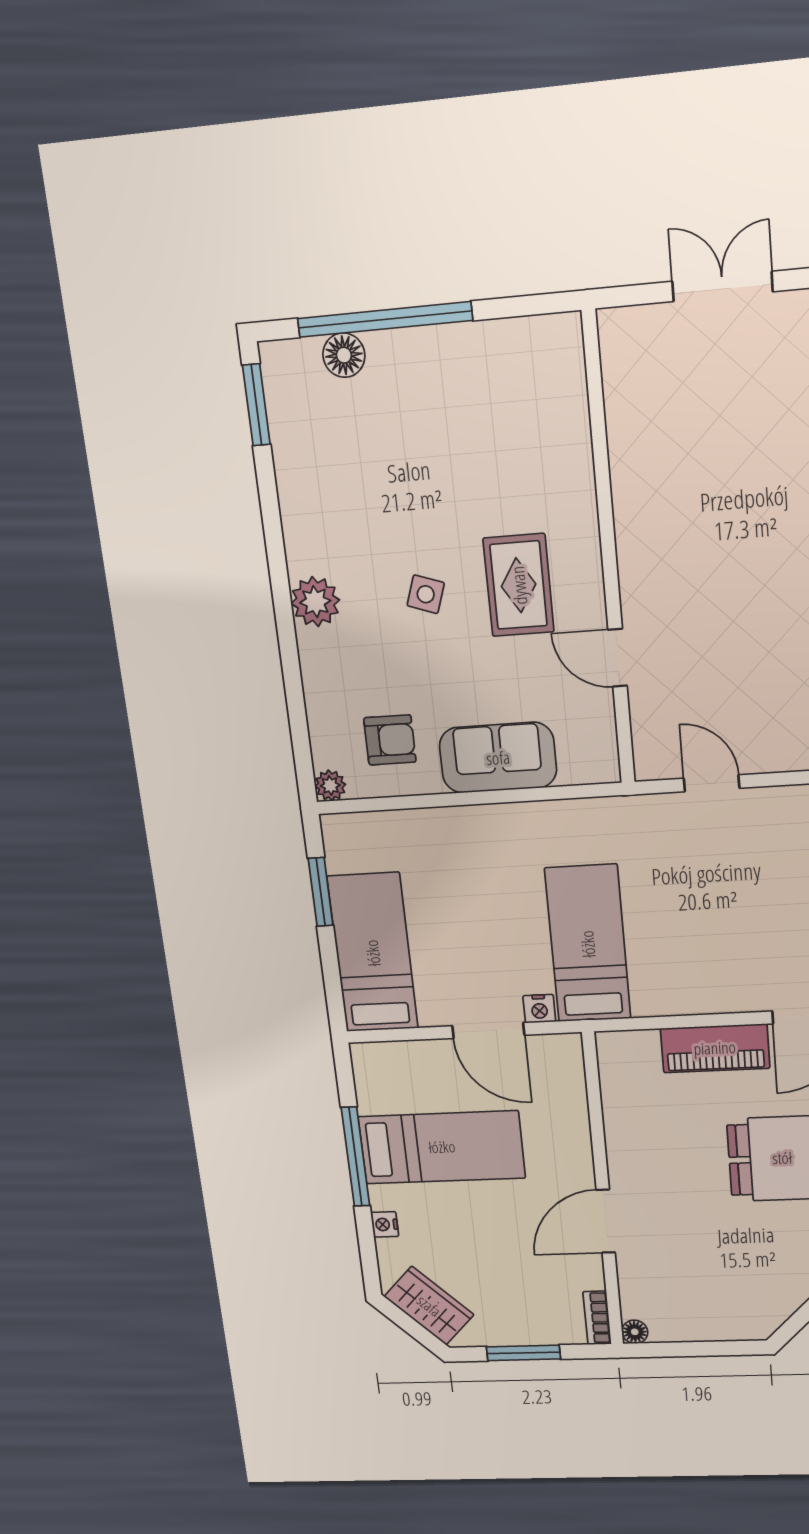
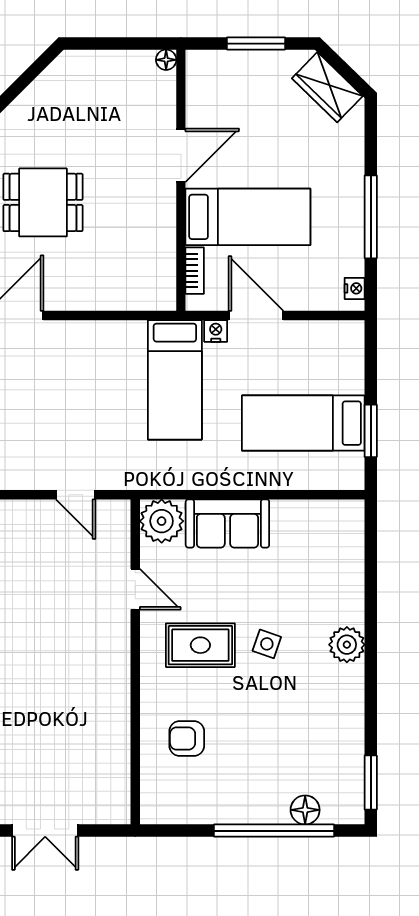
rug: (519, 585) -> (200, 645), turned 90
armchair: (390, 740) -> (187, 738), moved
plant: (330, 785) -> (162, 521), moved, width x1.88, depth x1.88
bed: (373, 953) -> (303, 423), moved, turned 90
piano: (715, 1048) -> (87, 293), removed
bed: (442, 1147) -> (248, 217), moved, turned 180
nightstand: (385, 1224) -> (355, 288), moved
bookcase: (597, 1318) -> (195, 271), moved

